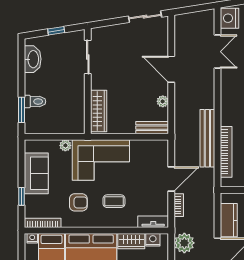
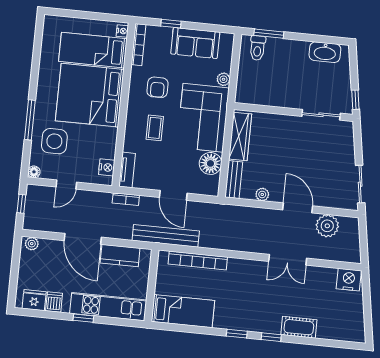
window: (56, 31) -> (355, 100), moved
double door: (217, 52) -> (288, 260), moved
door: (171, 69) -> (298, 208), hinge flipped
toilet: (35, 102) -> (258, 48), moved
wardrobe: (99, 111) -> (240, 137), moved, turned -90
bench: (207, 138) -> (166, 236), moved
floor lamp: (140, 149) -> (210, 163), added
bookcase: (179, 205) -> (126, 199), moved
wardrobe: (131, 241) -> (108, 143), removed
plant: (184, 243) -> (327, 226), moved

